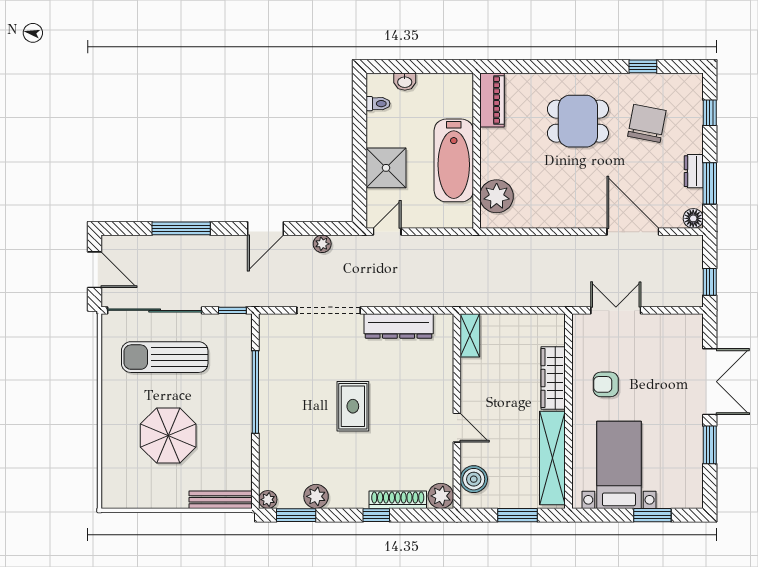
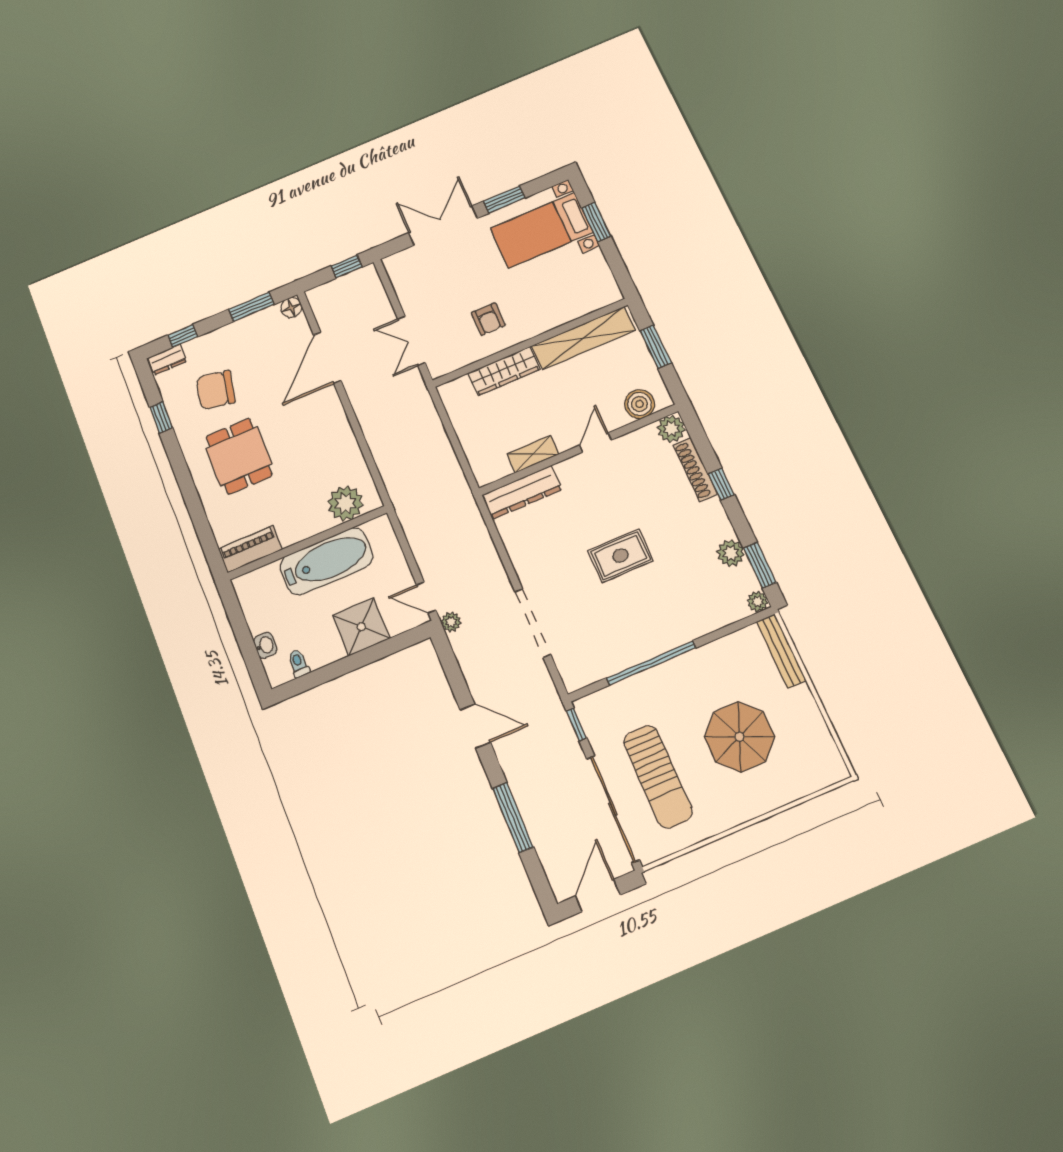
dresser: (694, 171) -> (167, 360), moved
plant: (322, 244) -> (451, 622), moved
dresser: (399, 326) -> (522, 492), moved, turned 90
shelving: (470, 335) -> (533, 454), moved
bed with nightstands: (619, 465) -> (542, 230), moved

